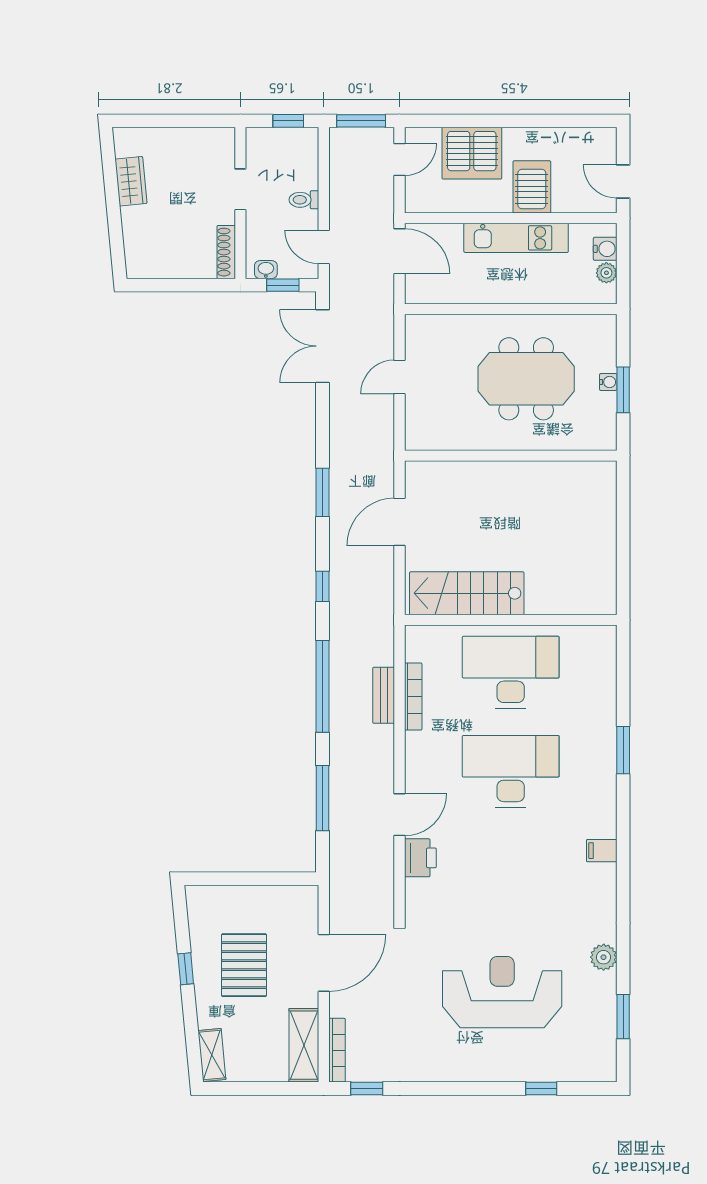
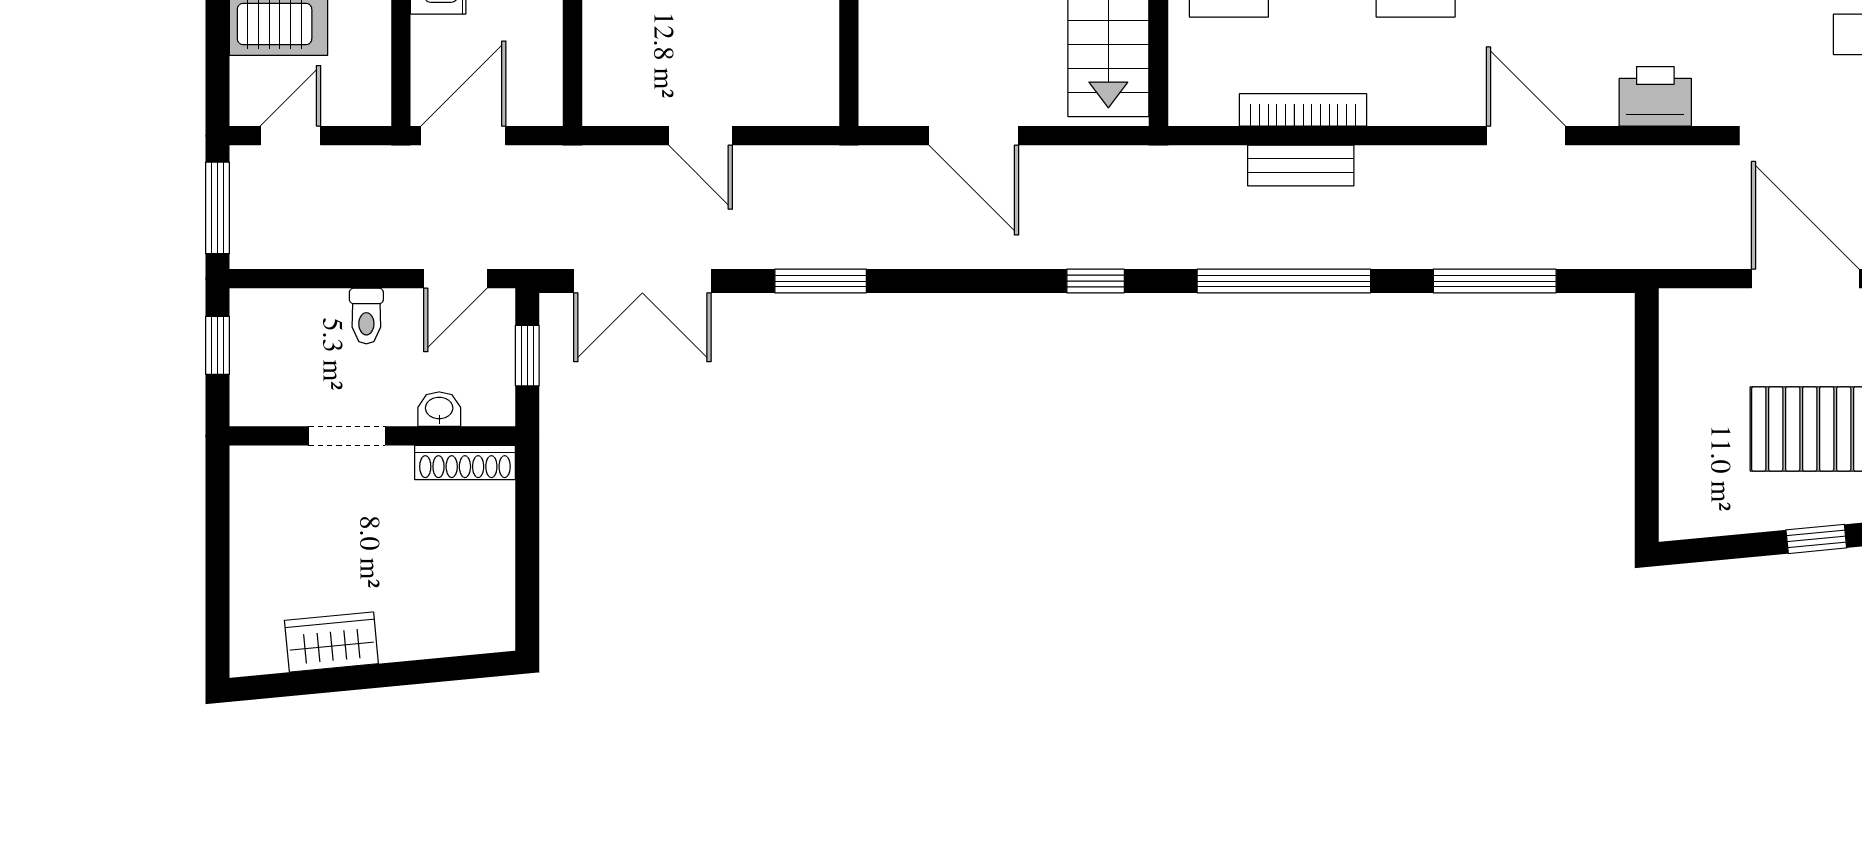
door: (399, 159) -> (290, 136), hinge flipped
washbasin: (266, 270) -> (439, 409), moved, turned 90
window: (322, 492) -> (821, 281), moved
printer: (420, 858) -> (1655, 96), moved

